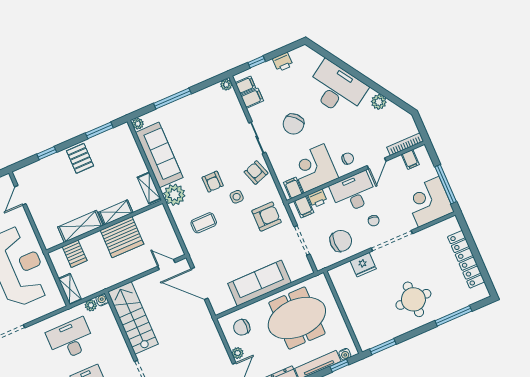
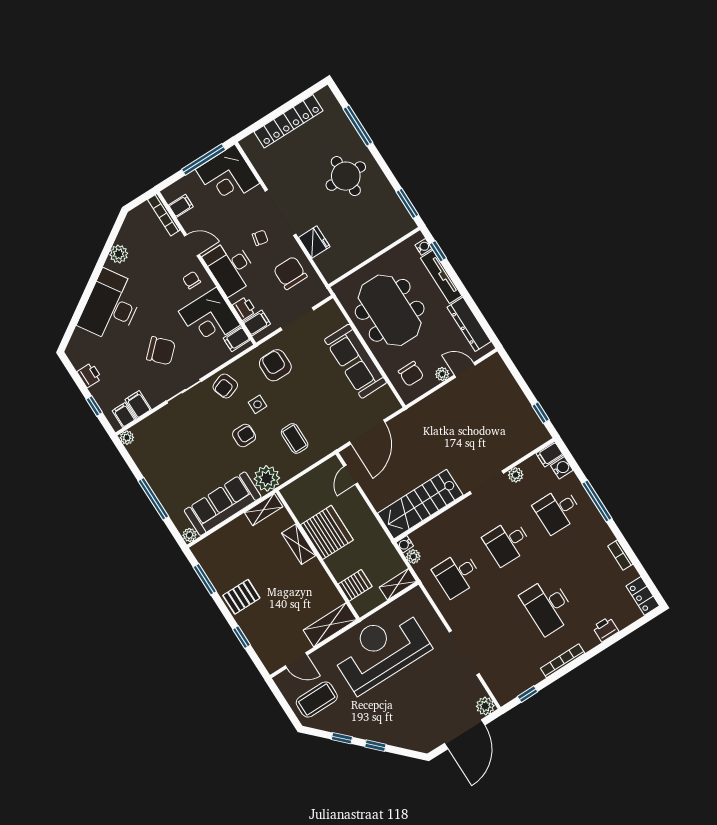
shelving: (80, 226) -> (330, 625), moved, turned 90
desk: (70, 339) -> (457, 574), width x0.73

